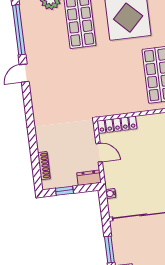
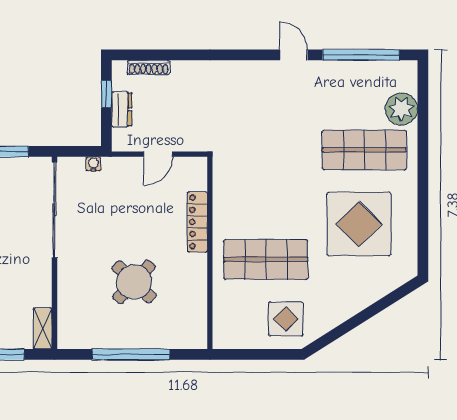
locker: (117, 125) -> (197, 222), moved
dresser: (89, 178) -> (122, 109), moved

